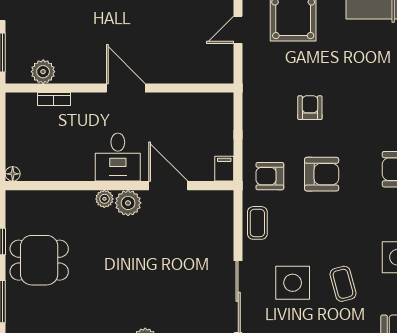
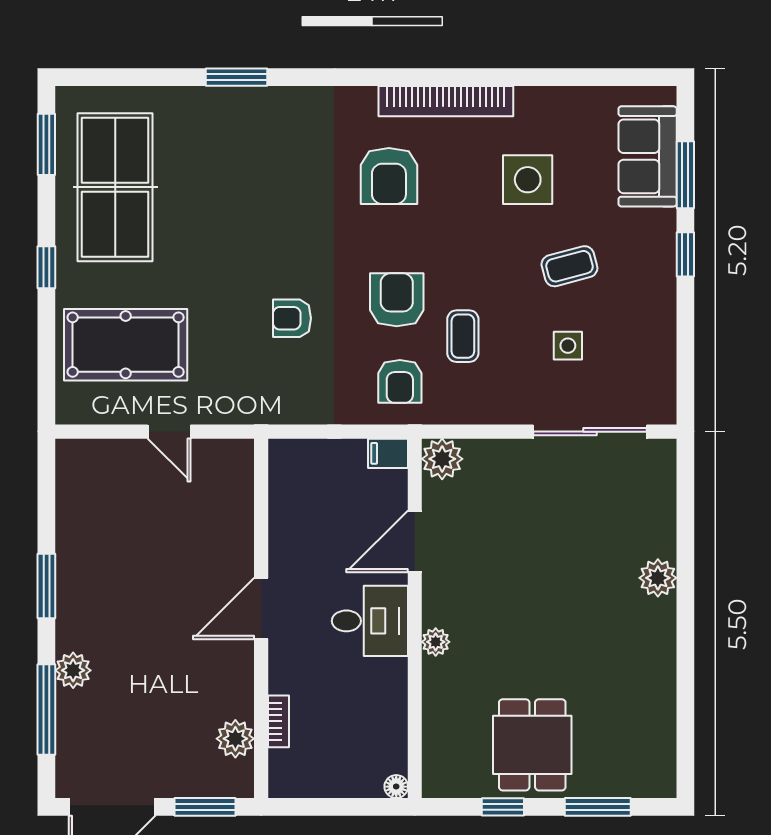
plant: (128, 203) -> (442, 459), moved
coffee table: (257, 223) -> (463, 336), moved, turned 90
side table: (293, 283) -> (568, 346), width x0.54, depth x0.54

